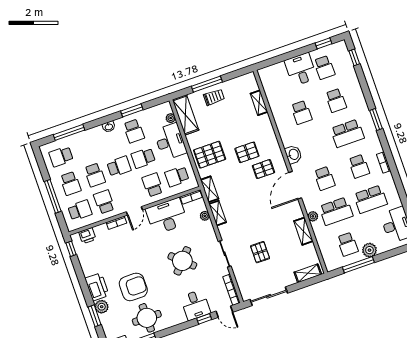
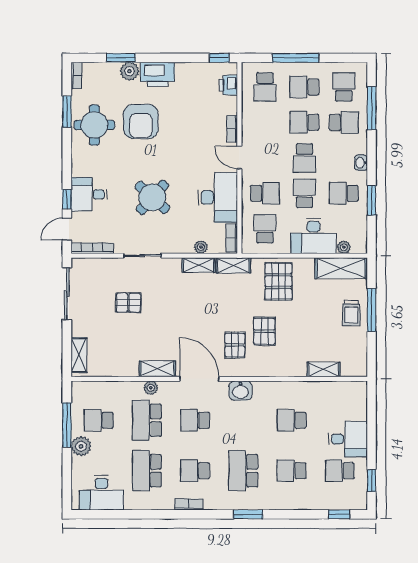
school desk: (104, 202) -> (344, 122), moved
shelving: (303, 231) -> (157, 369), moved

